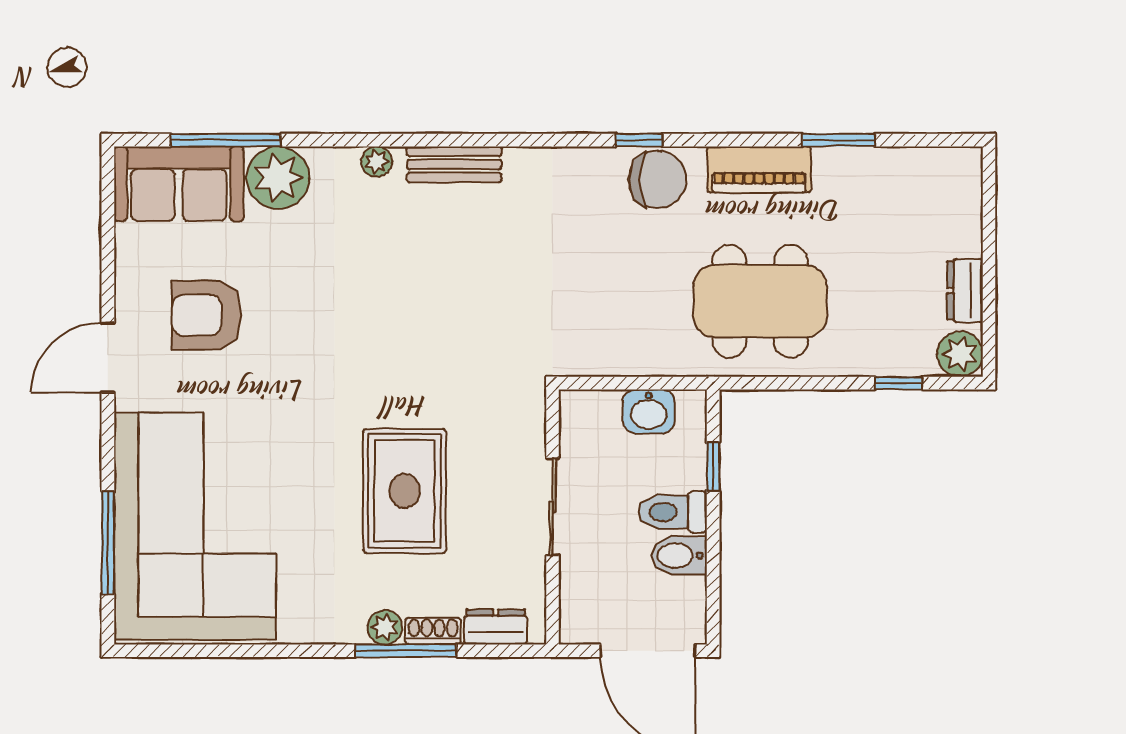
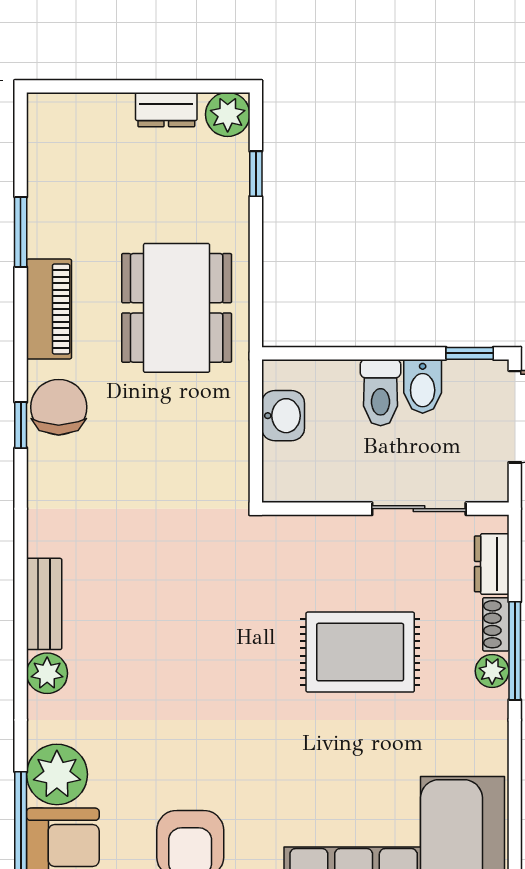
plant: (377, 162) -> (47, 673), width x1.38, depth x1.38
window: (713, 467) -> (470, 353), moved
sliding door: (553, 507) -> (419, 509), moved

